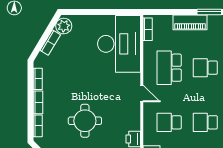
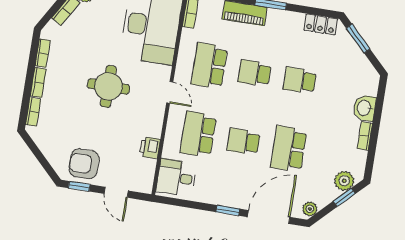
round table: (85, 121) -> (108, 86), moved
school desk: (169, 122) -> (198, 134), width x1.85

